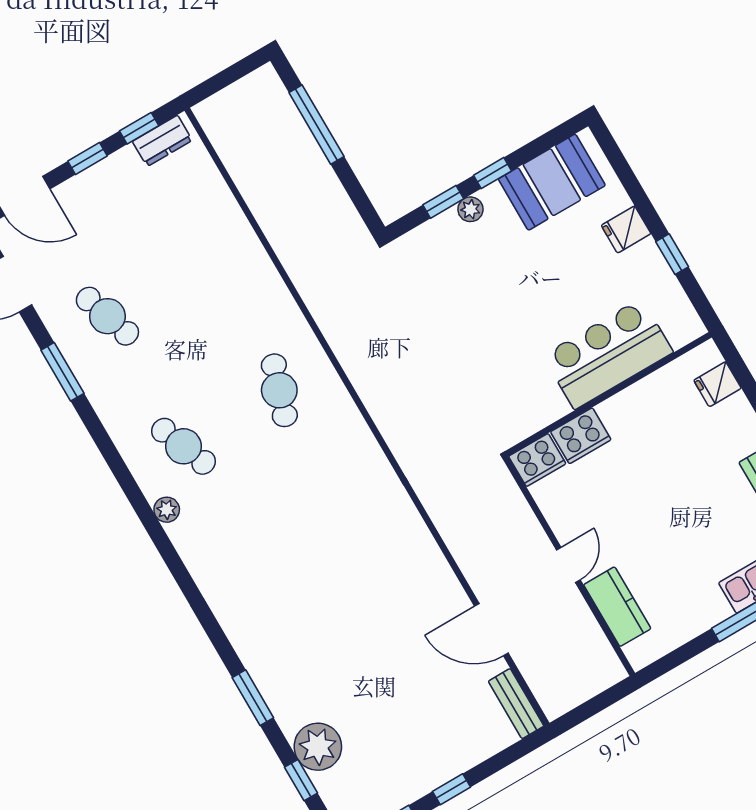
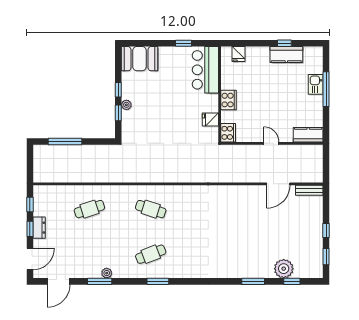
dresser: (162, 141) -> (39, 228), moved
booth: (552, 182) -> (139, 59), moved, turned 90
fridge: (626, 229) -> (210, 120), moved, turned 90
cafe table: (107, 316) -> (89, 209), moved
bar counter: (608, 354) -> (205, 70), moved
cooker: (581, 436) -> (228, 100), moved
window: (135, 495) -> (158, 281), added
plant: (167, 510) -> (107, 273), moved
kitchen counter: (617, 607) -> (308, 135), moved

